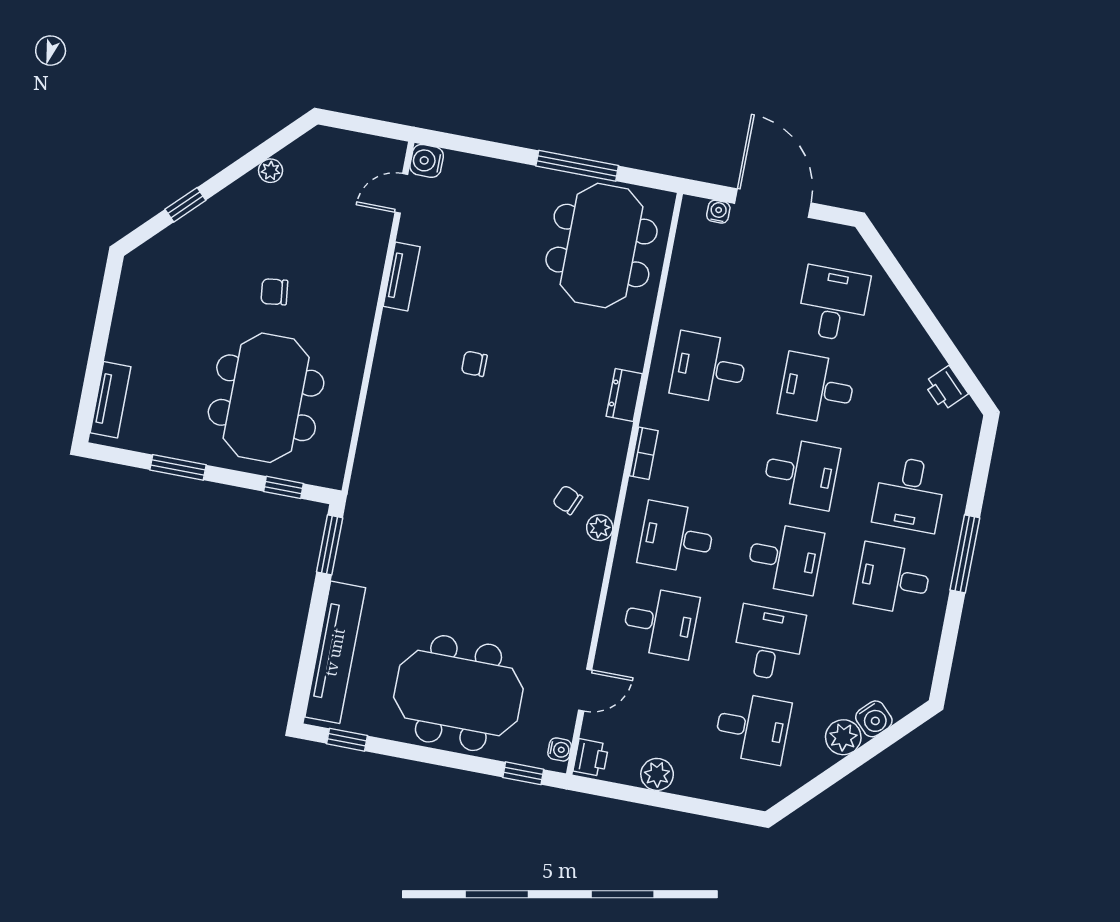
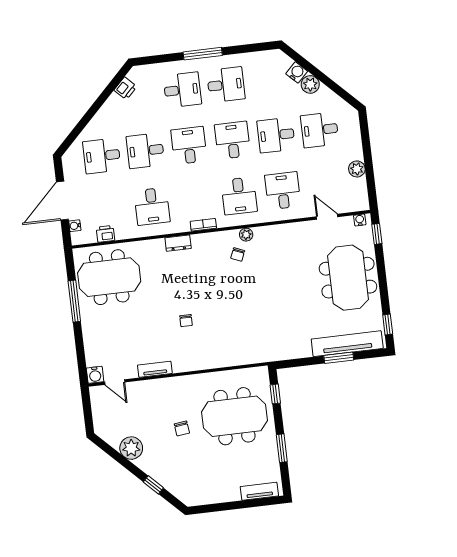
plant: (271, 171) -> (131, 448), width x1.88, depth x1.88
desk: (817, 389) -> (145, 151), turned 90
window: (330, 545) -> (339, 358), moved
desk: (893, 579) -> (226, 85), turned -90
desk: (752, 728) -> (320, 130), turned -90
printer: (591, 758) -> (105, 234), moved

